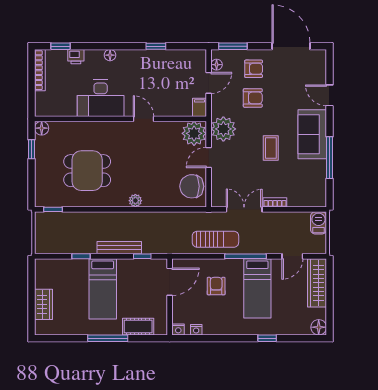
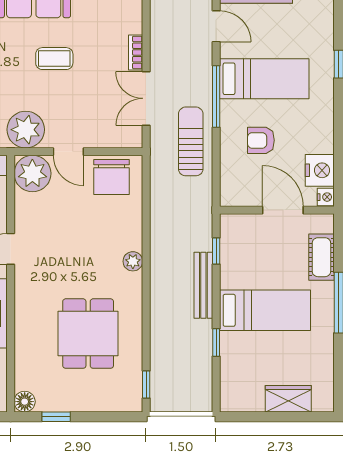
door: (170, 282) -> (283, 210), moved
nightstand: (196, 330) -> (320, 170), width x1.89, depth x1.79

